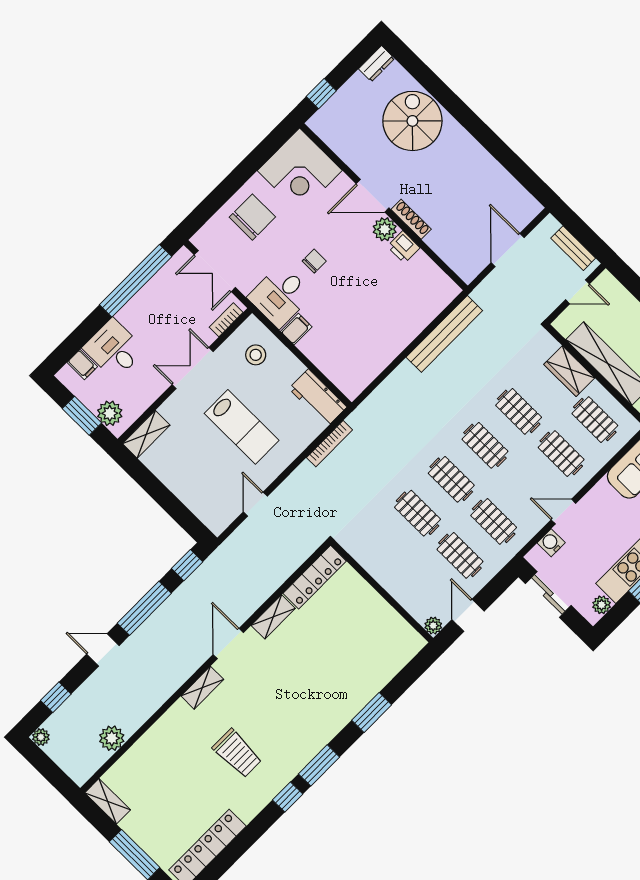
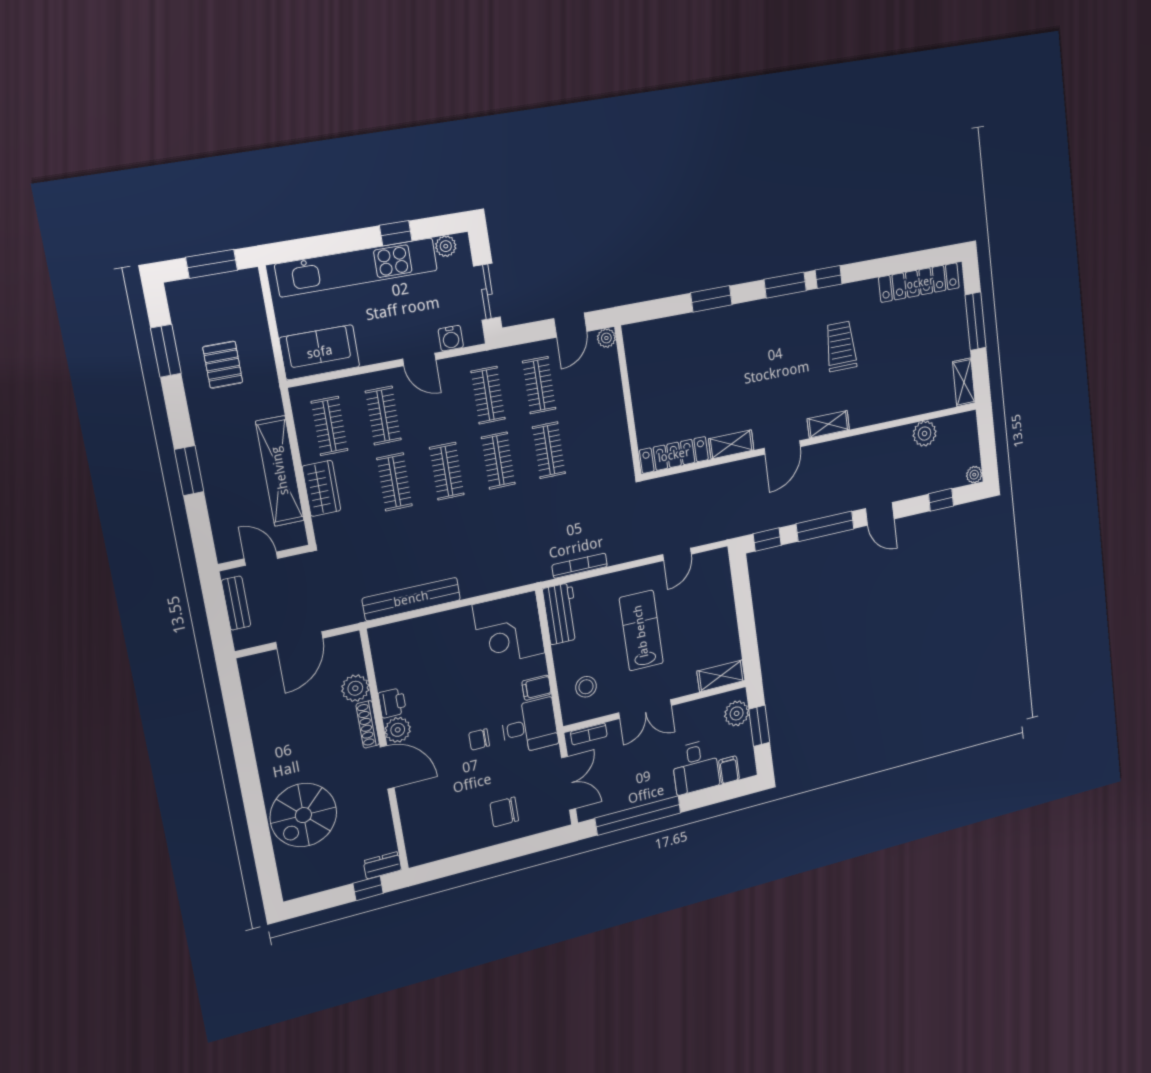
dresser: (376, 64) -> (382, 865), moved
corner desk: (300, 171) -> (509, 629), moved, turned 180
chair: (252, 217) -> (504, 812), width x0.73, depth x0.73
plant: (440, 241) -> (355, 688), added

